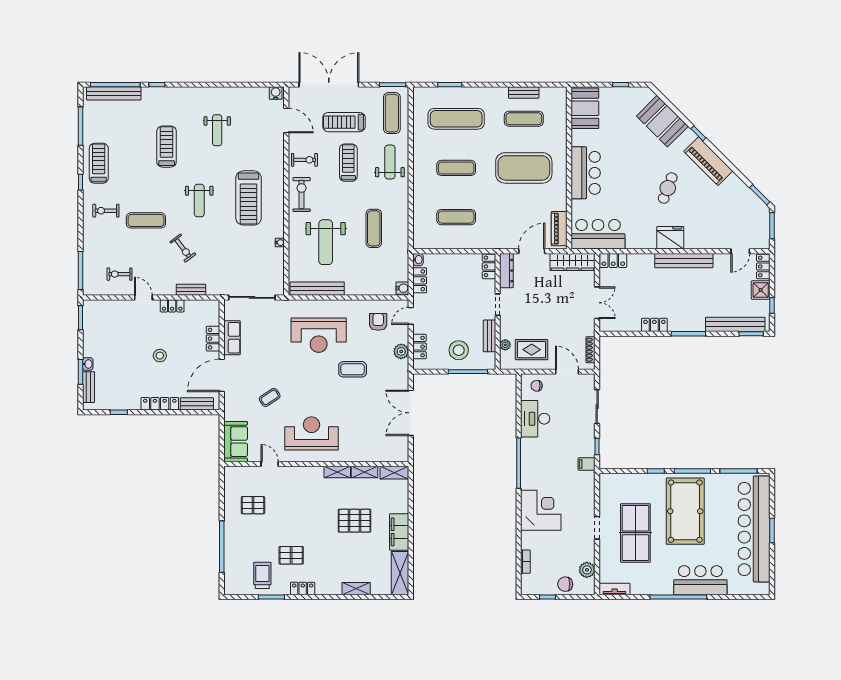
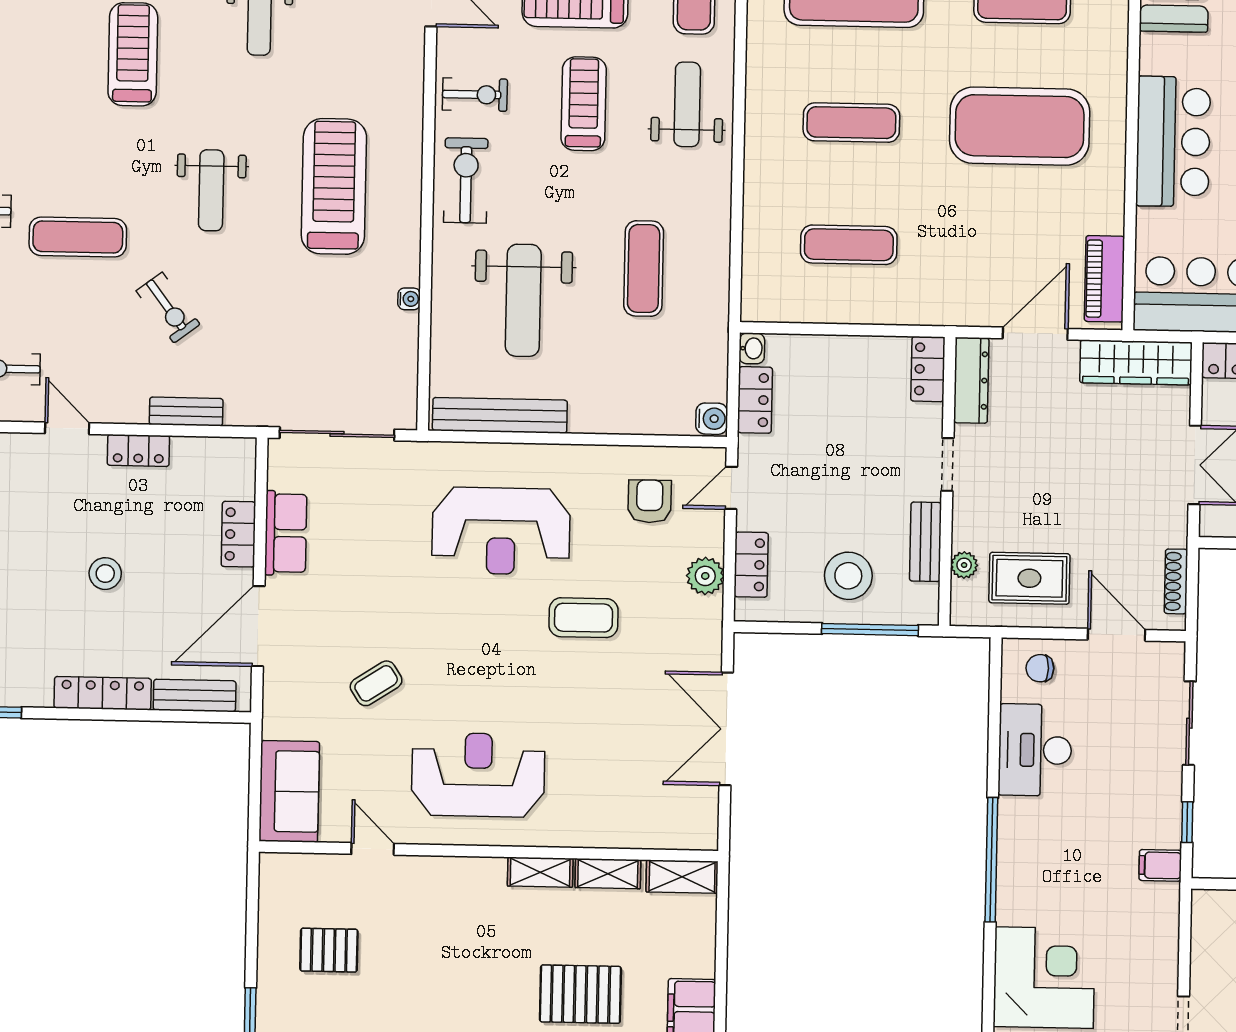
treadmill: (249, 198) -> (334, 186), turned 180

